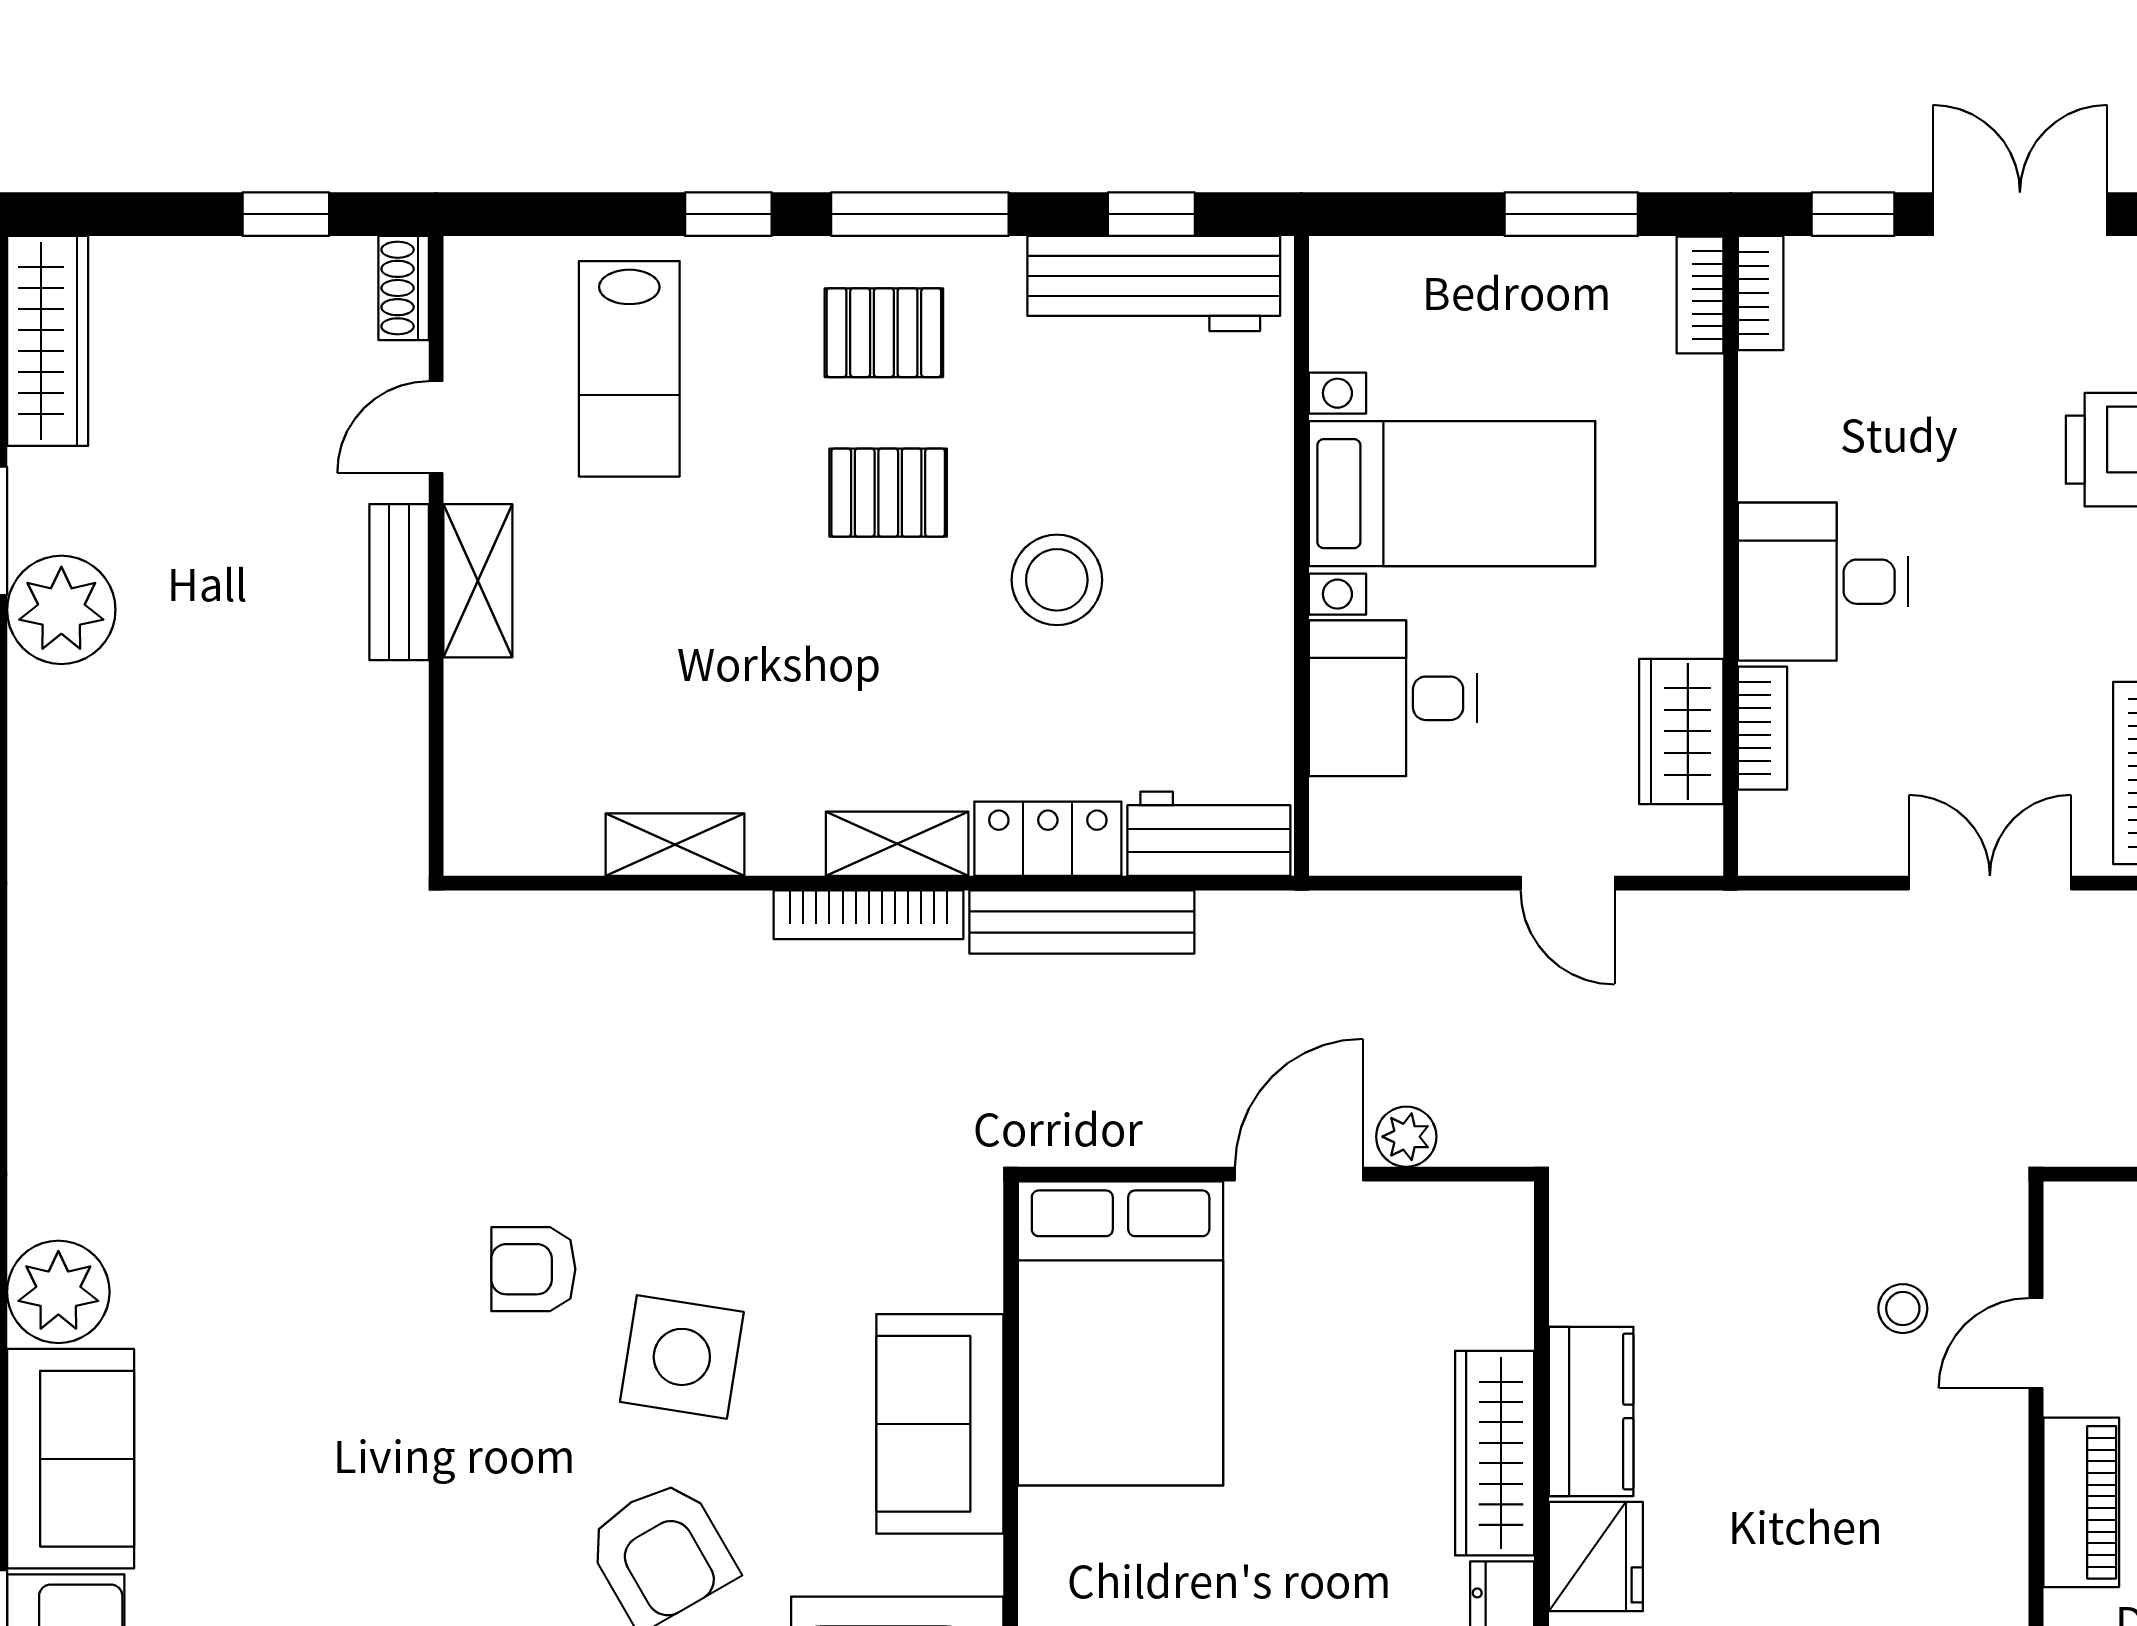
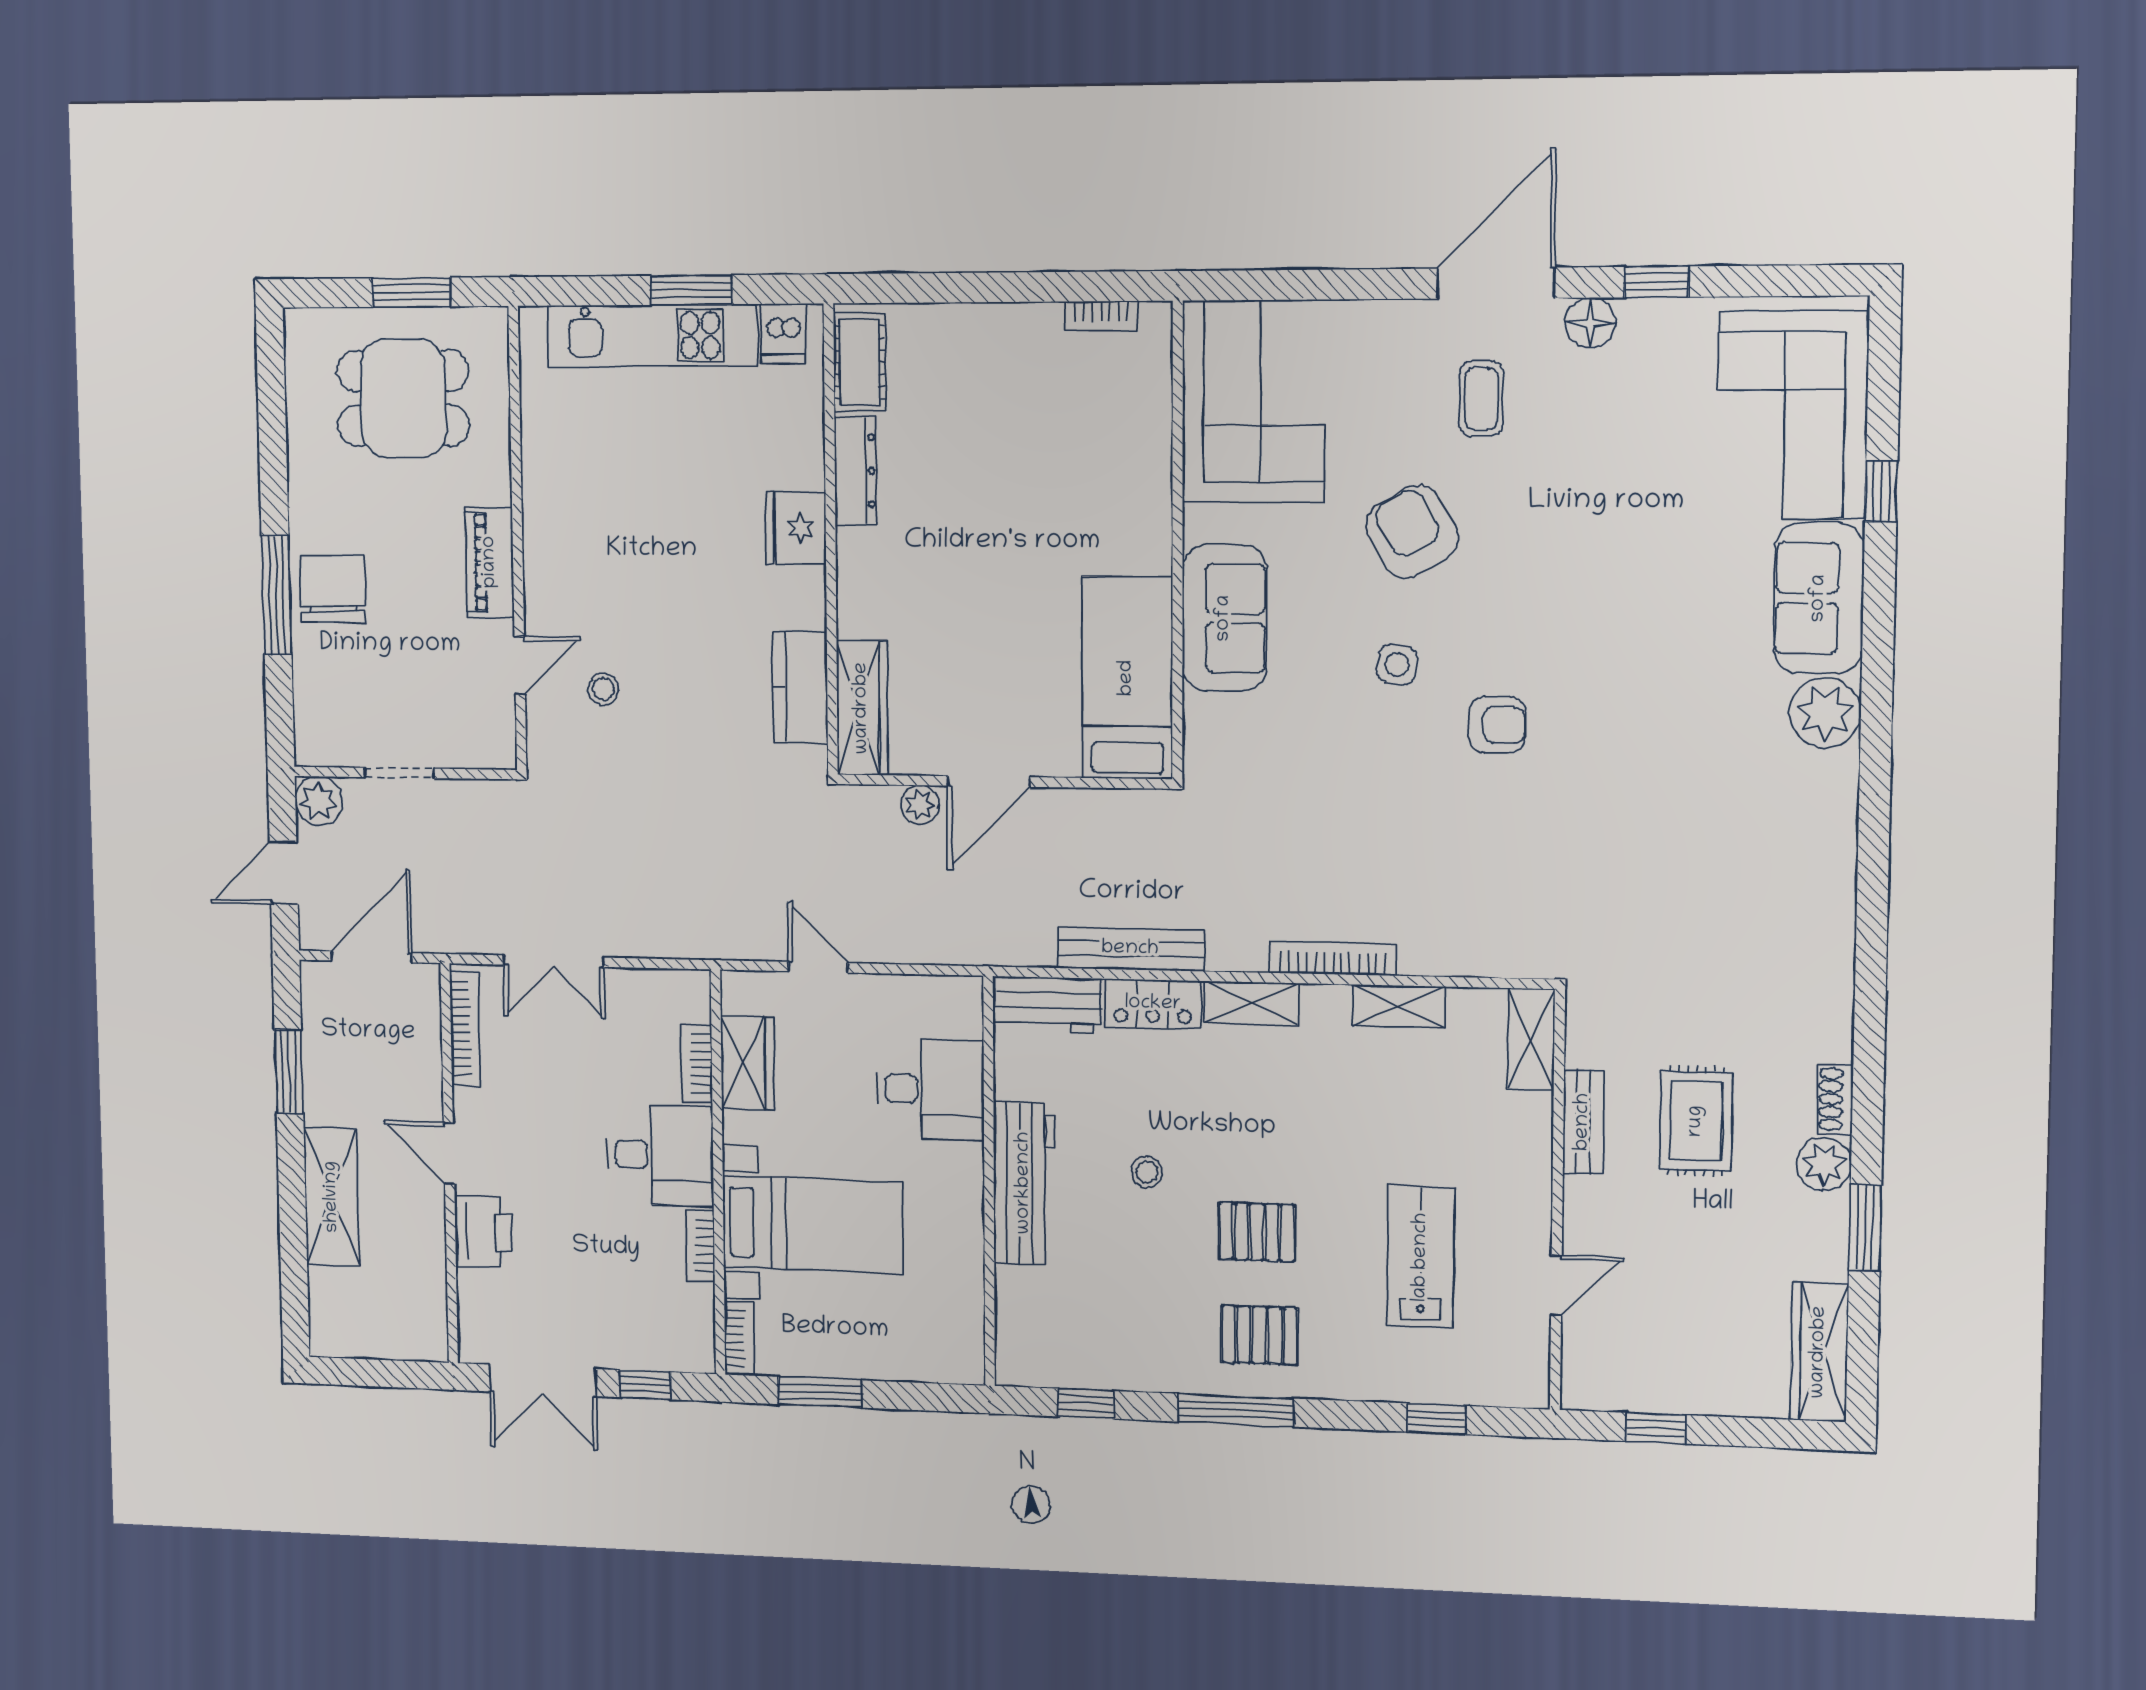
window: (728, 214) -> (1436, 1419), moved
workbench: (1154, 284) -> (1024, 1183), moved, turned 90
shoe rack: (404, 288) -> (1835, 1099), moved, turned 180
bookcase: (1761, 293) -> (700, 1246), moved
lab bench: (629, 369) -> (1421, 1257), moved
bed with nightstands: (1452, 494) -> (813, 1224), moved, turned 180
stool: (1057, 580) -> (1147, 1172), width x0.53, depth x0.53
shelving: (478, 581) -> (1531, 1039), moved
bench: (399, 582) -> (1583, 1122), moved
plant: (61, 610) -> (1824, 1164), width x0.73, depth x0.73
rug: (234, 683) -> (1696, 1121), added
bookcase: (869, 915) -> (1333, 958), moved
bed: (1121, 1333) -> (1127, 678), width x0.67
side table: (682, 1357) -> (1397, 665), width x0.54, depth x0.54
kitchen counter: (1591, 1411) -> (800, 688), moved
wardrobe: (1495, 1453) -> (862, 708), moved

